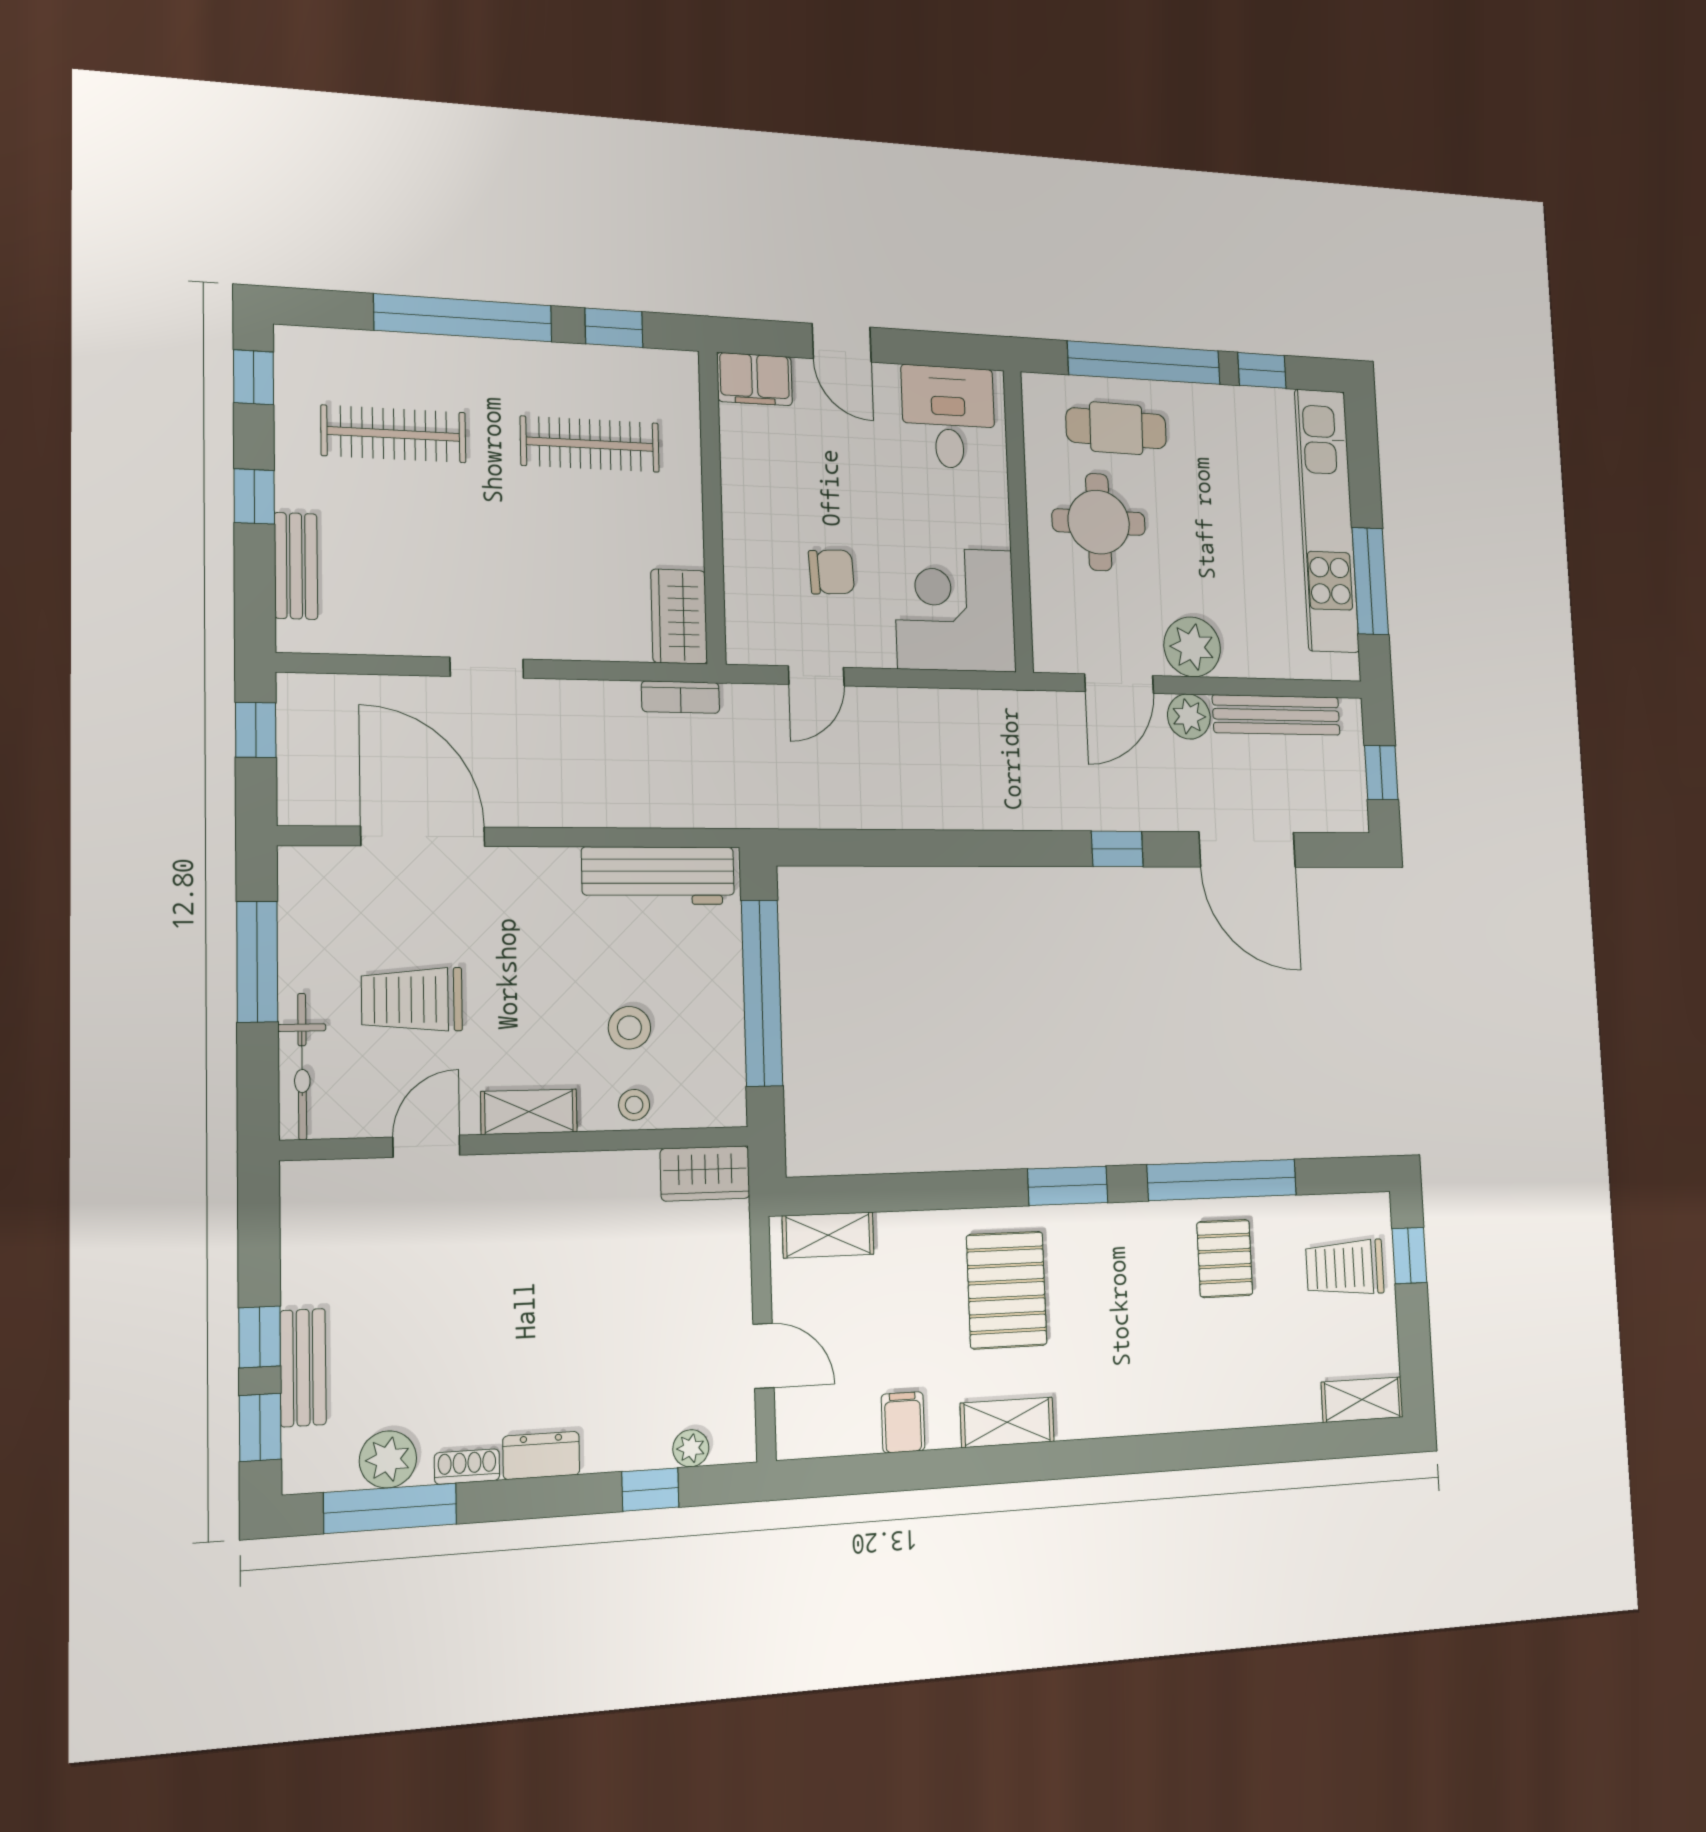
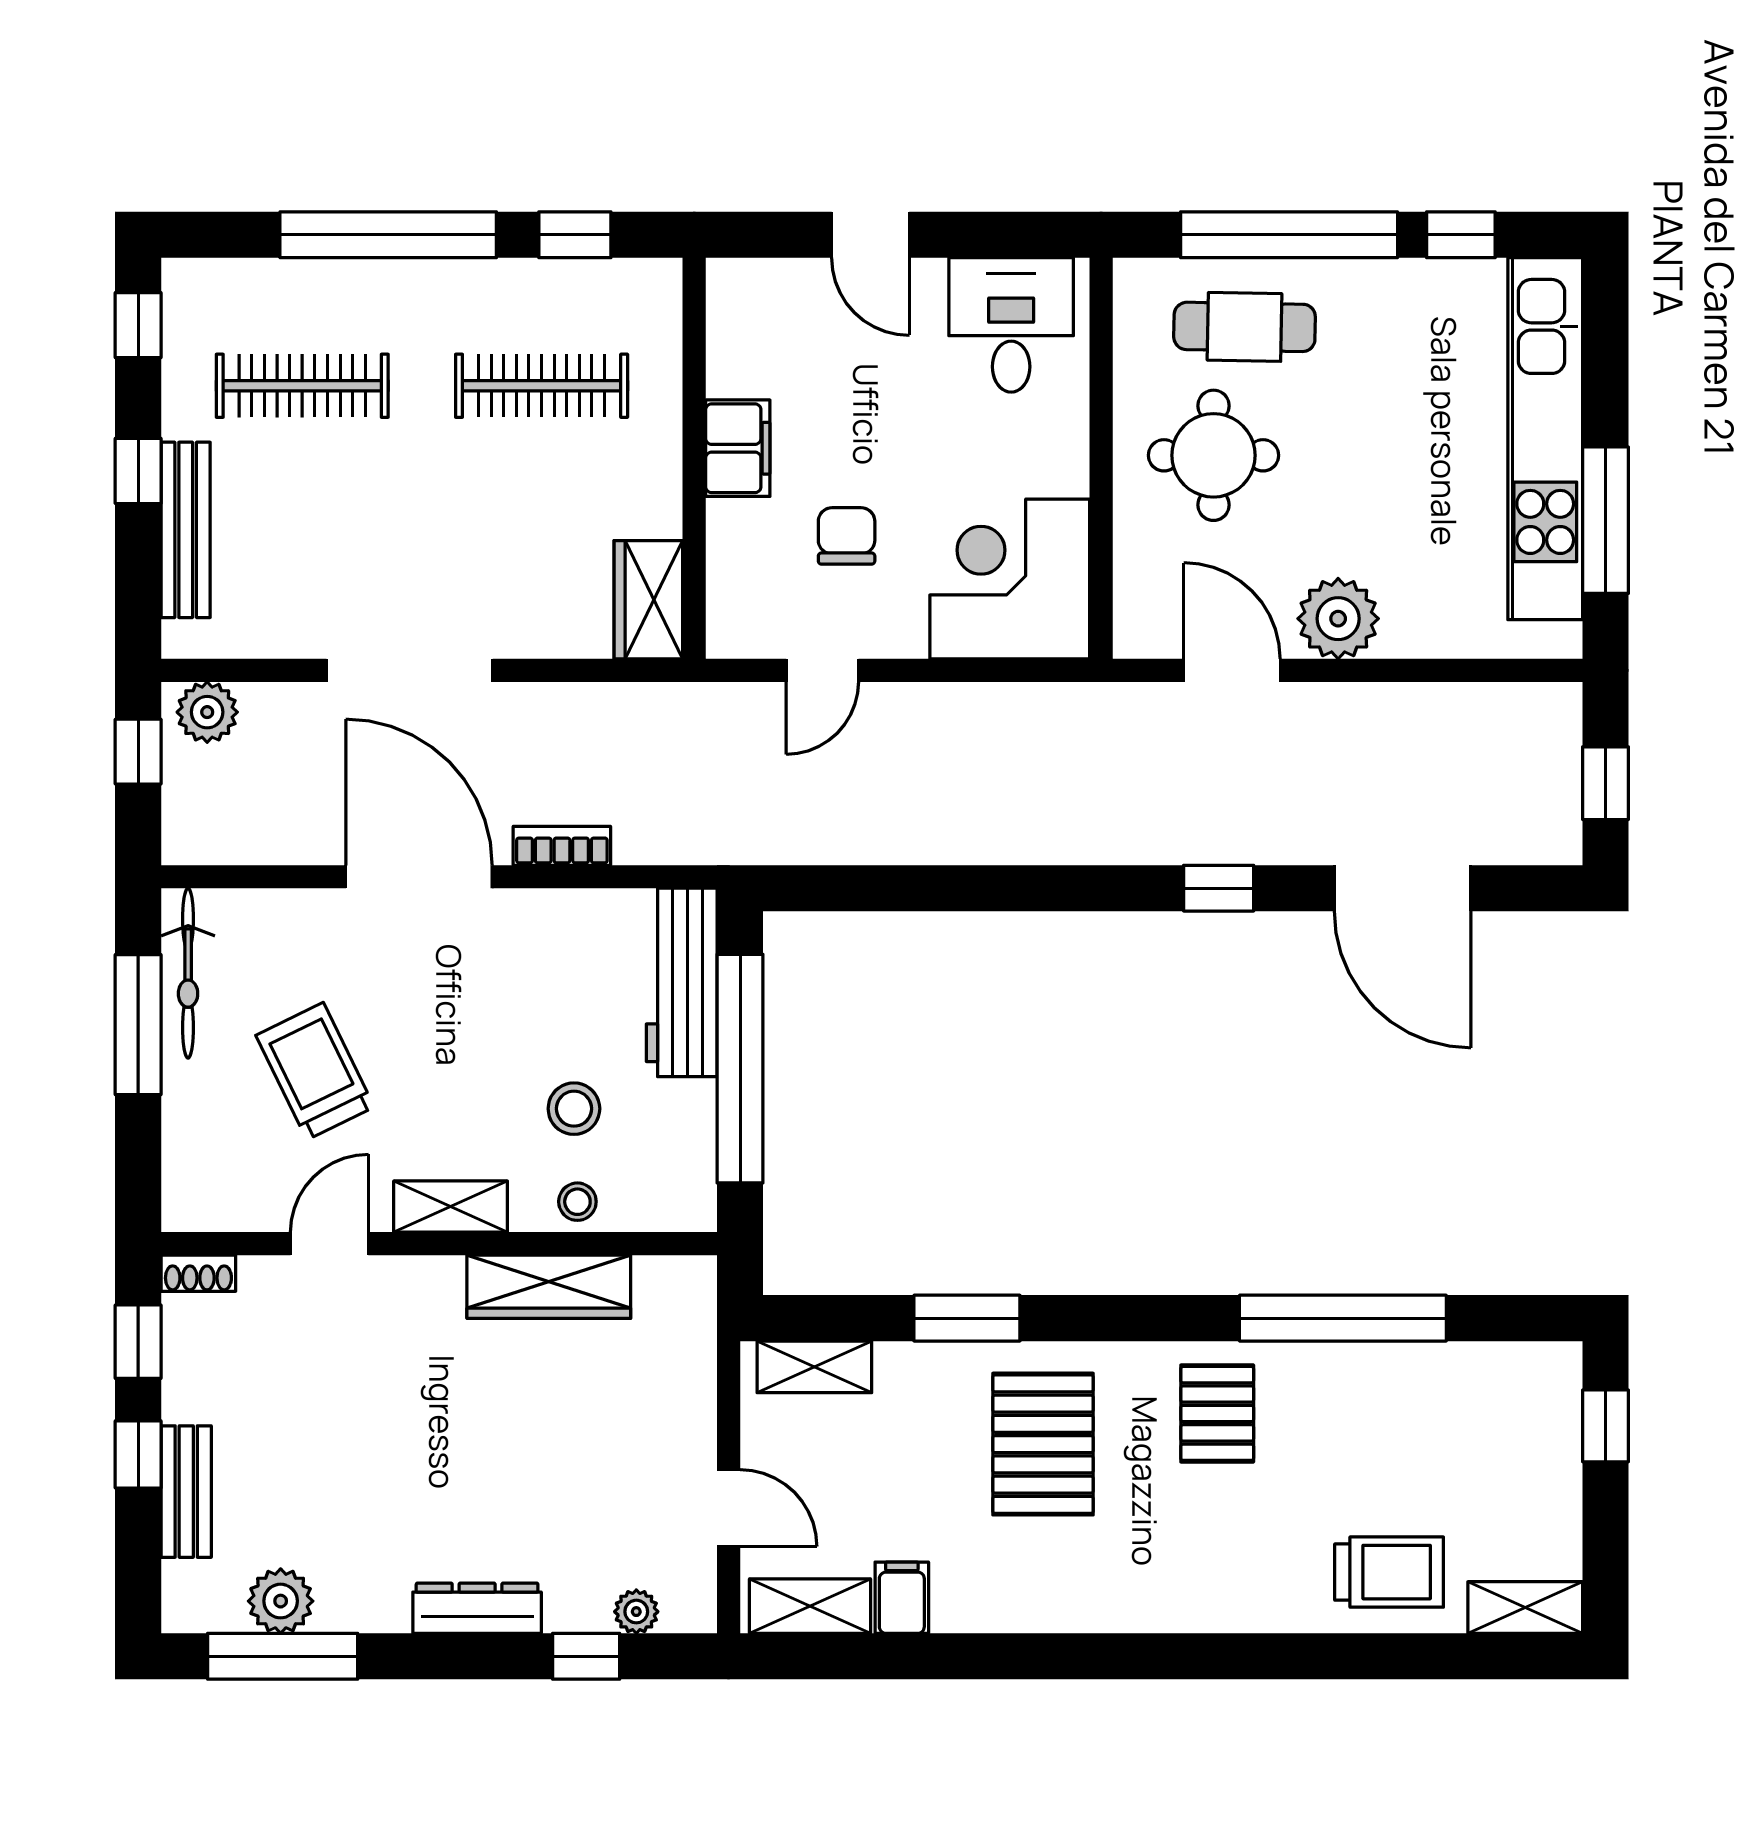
filing cabinet: (755, 379) -> (738, 448), moved, turned -90
bench: (296, 566) -> (186, 530), width x1.36
chair: (831, 572) -> (847, 536), turned -87
doorway: (487, 668) -> (410, 670), width x1.88
door: (1119, 684) -> (1232, 670), swing flipped
bookcase: (681, 697) -> (562, 846), moved, turned 180
bench: (1276, 715) -> (1455, 708), removed
plant: (1189, 717) -> (207, 712), moved
door: (423, 836) -> (419, 877), moved
workbench: (658, 876) -> (682, 982), moved, turned 90
trolley: (412, 1000) -> (315, 1071), turned 64
bicycle: (302, 1066) -> (188, 973), moved
wardrobe: (705, 1173) -> (549, 1287), moved, width x1.50
window: (1068, 1186) -> (967, 1318), moved
pallet: (1225, 1258) -> (1217, 1413), moved
trolley: (1345, 1268) -> (1389, 1572), moved, turned 180
shelving: (1007, 1422) -> (810, 1606), moved
window: (260, 1427) -> (138, 1342), moved
dresser: (541, 1455) -> (477, 1608), width x1.44
shoe rack: (467, 1467) -> (198, 1273), moved, turned 180

